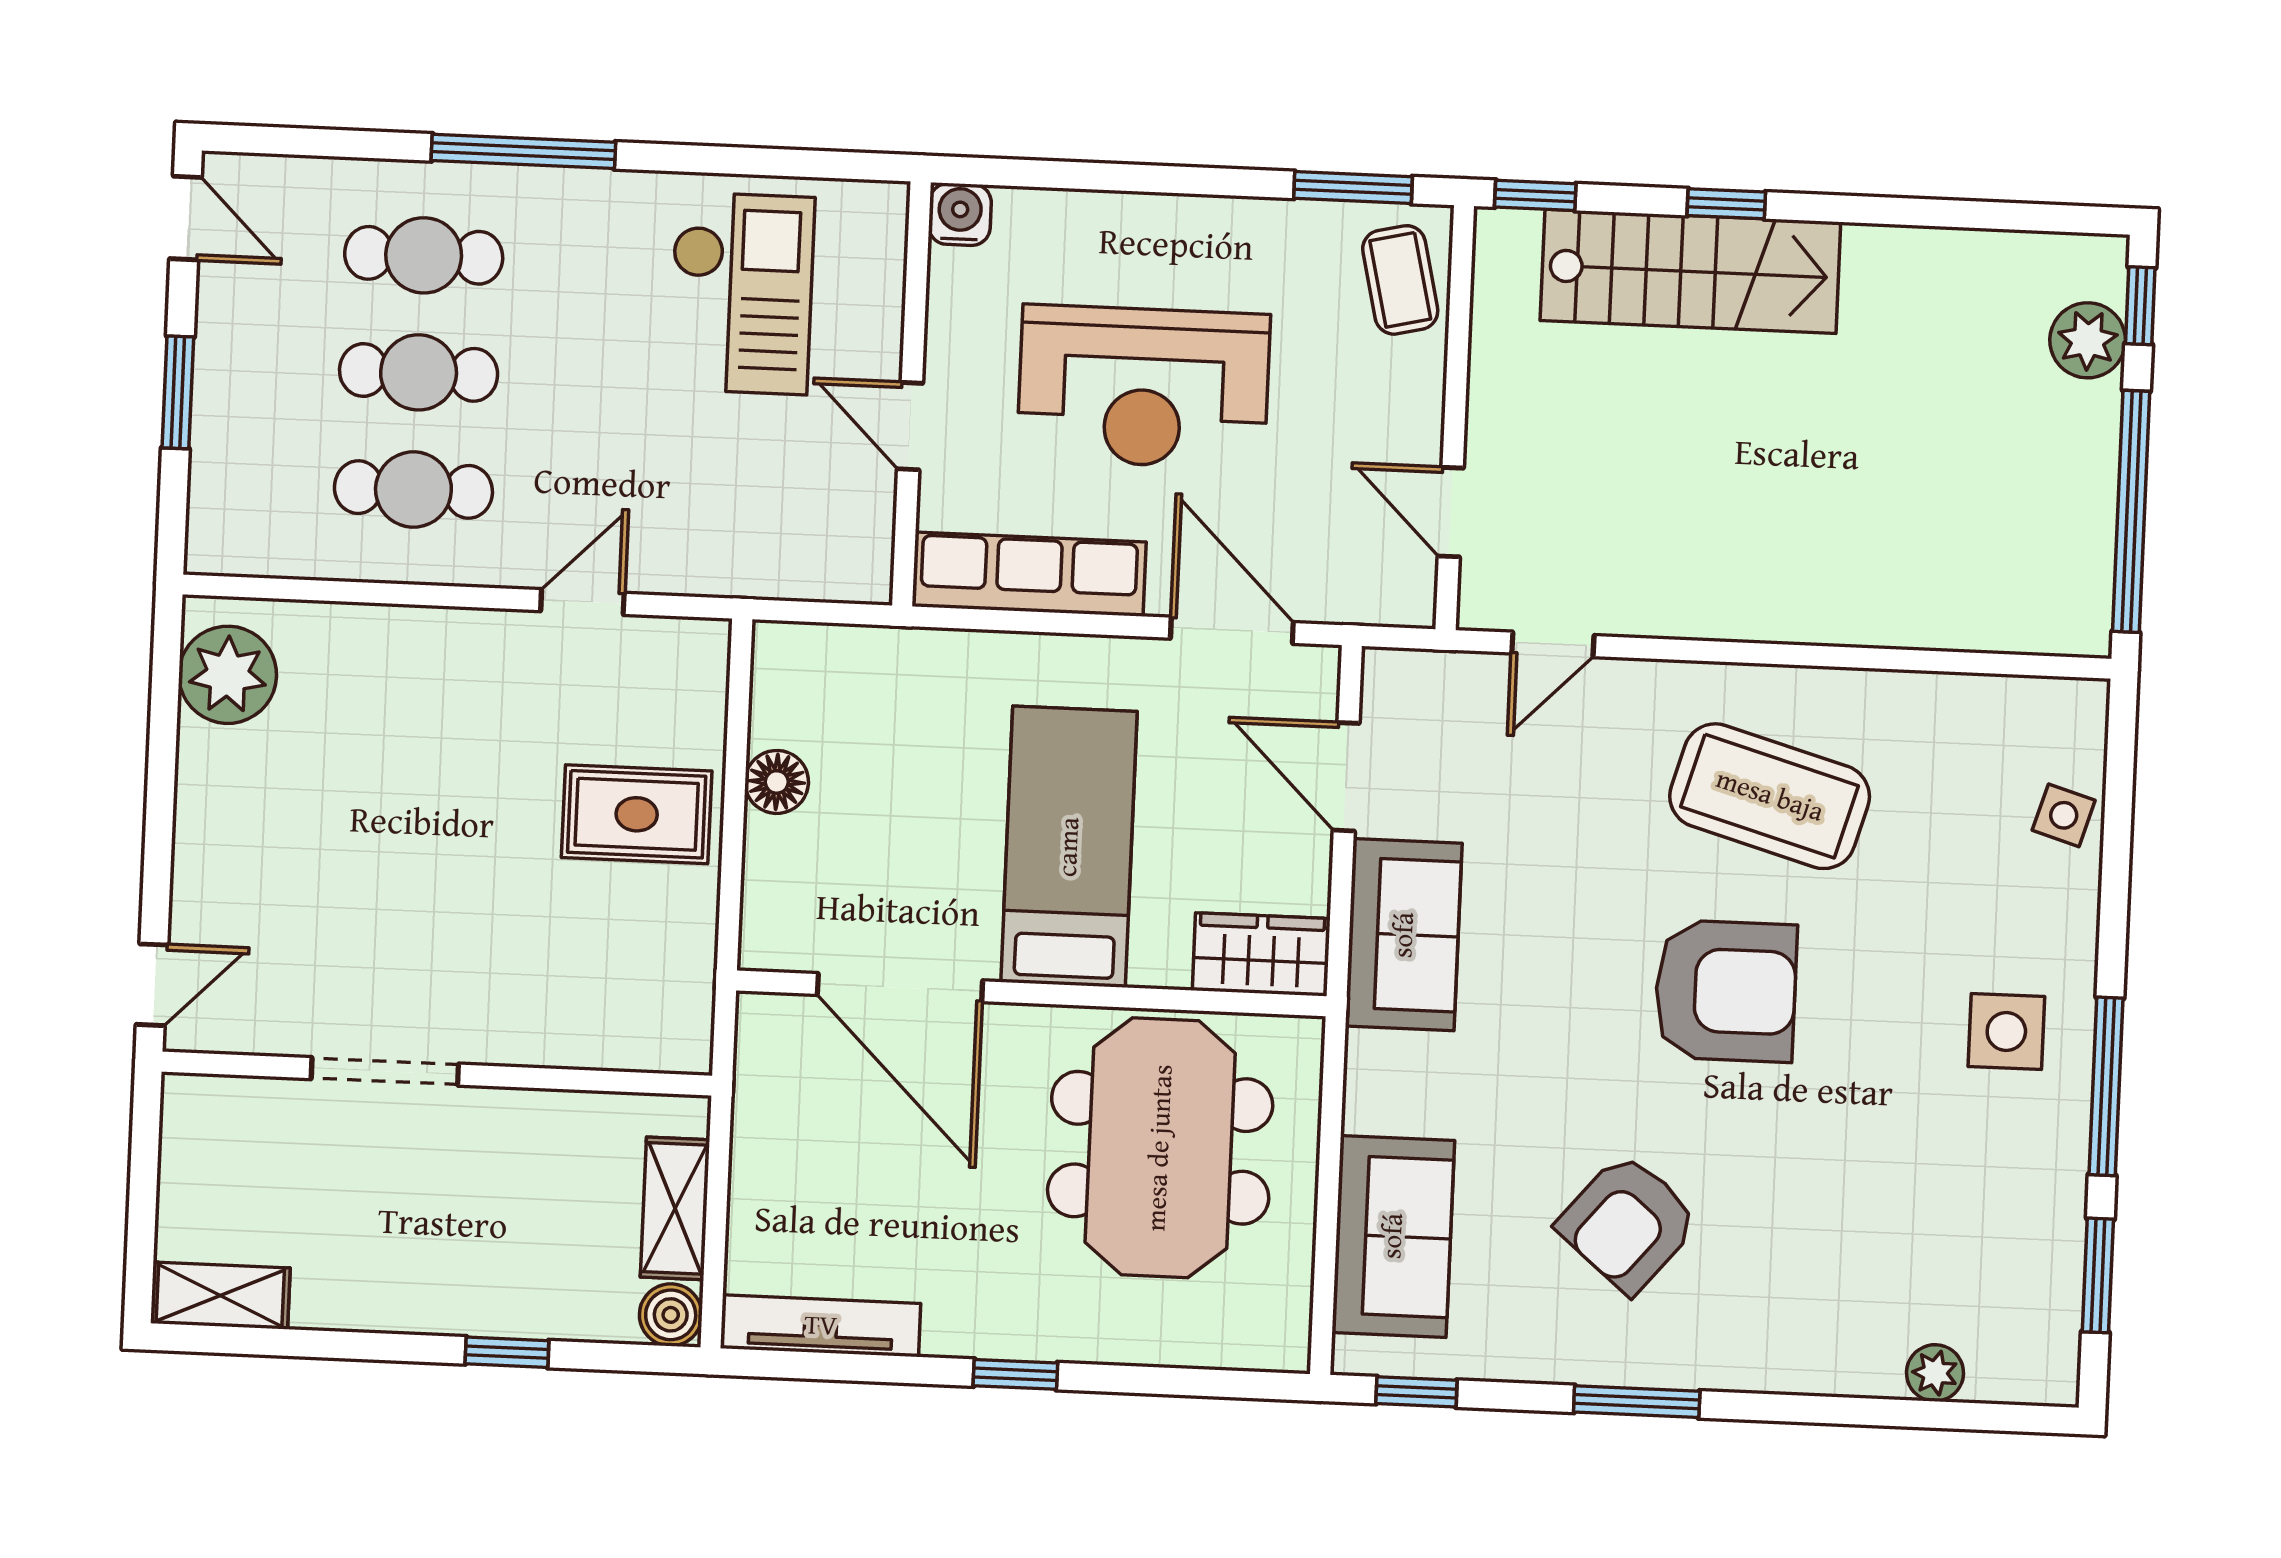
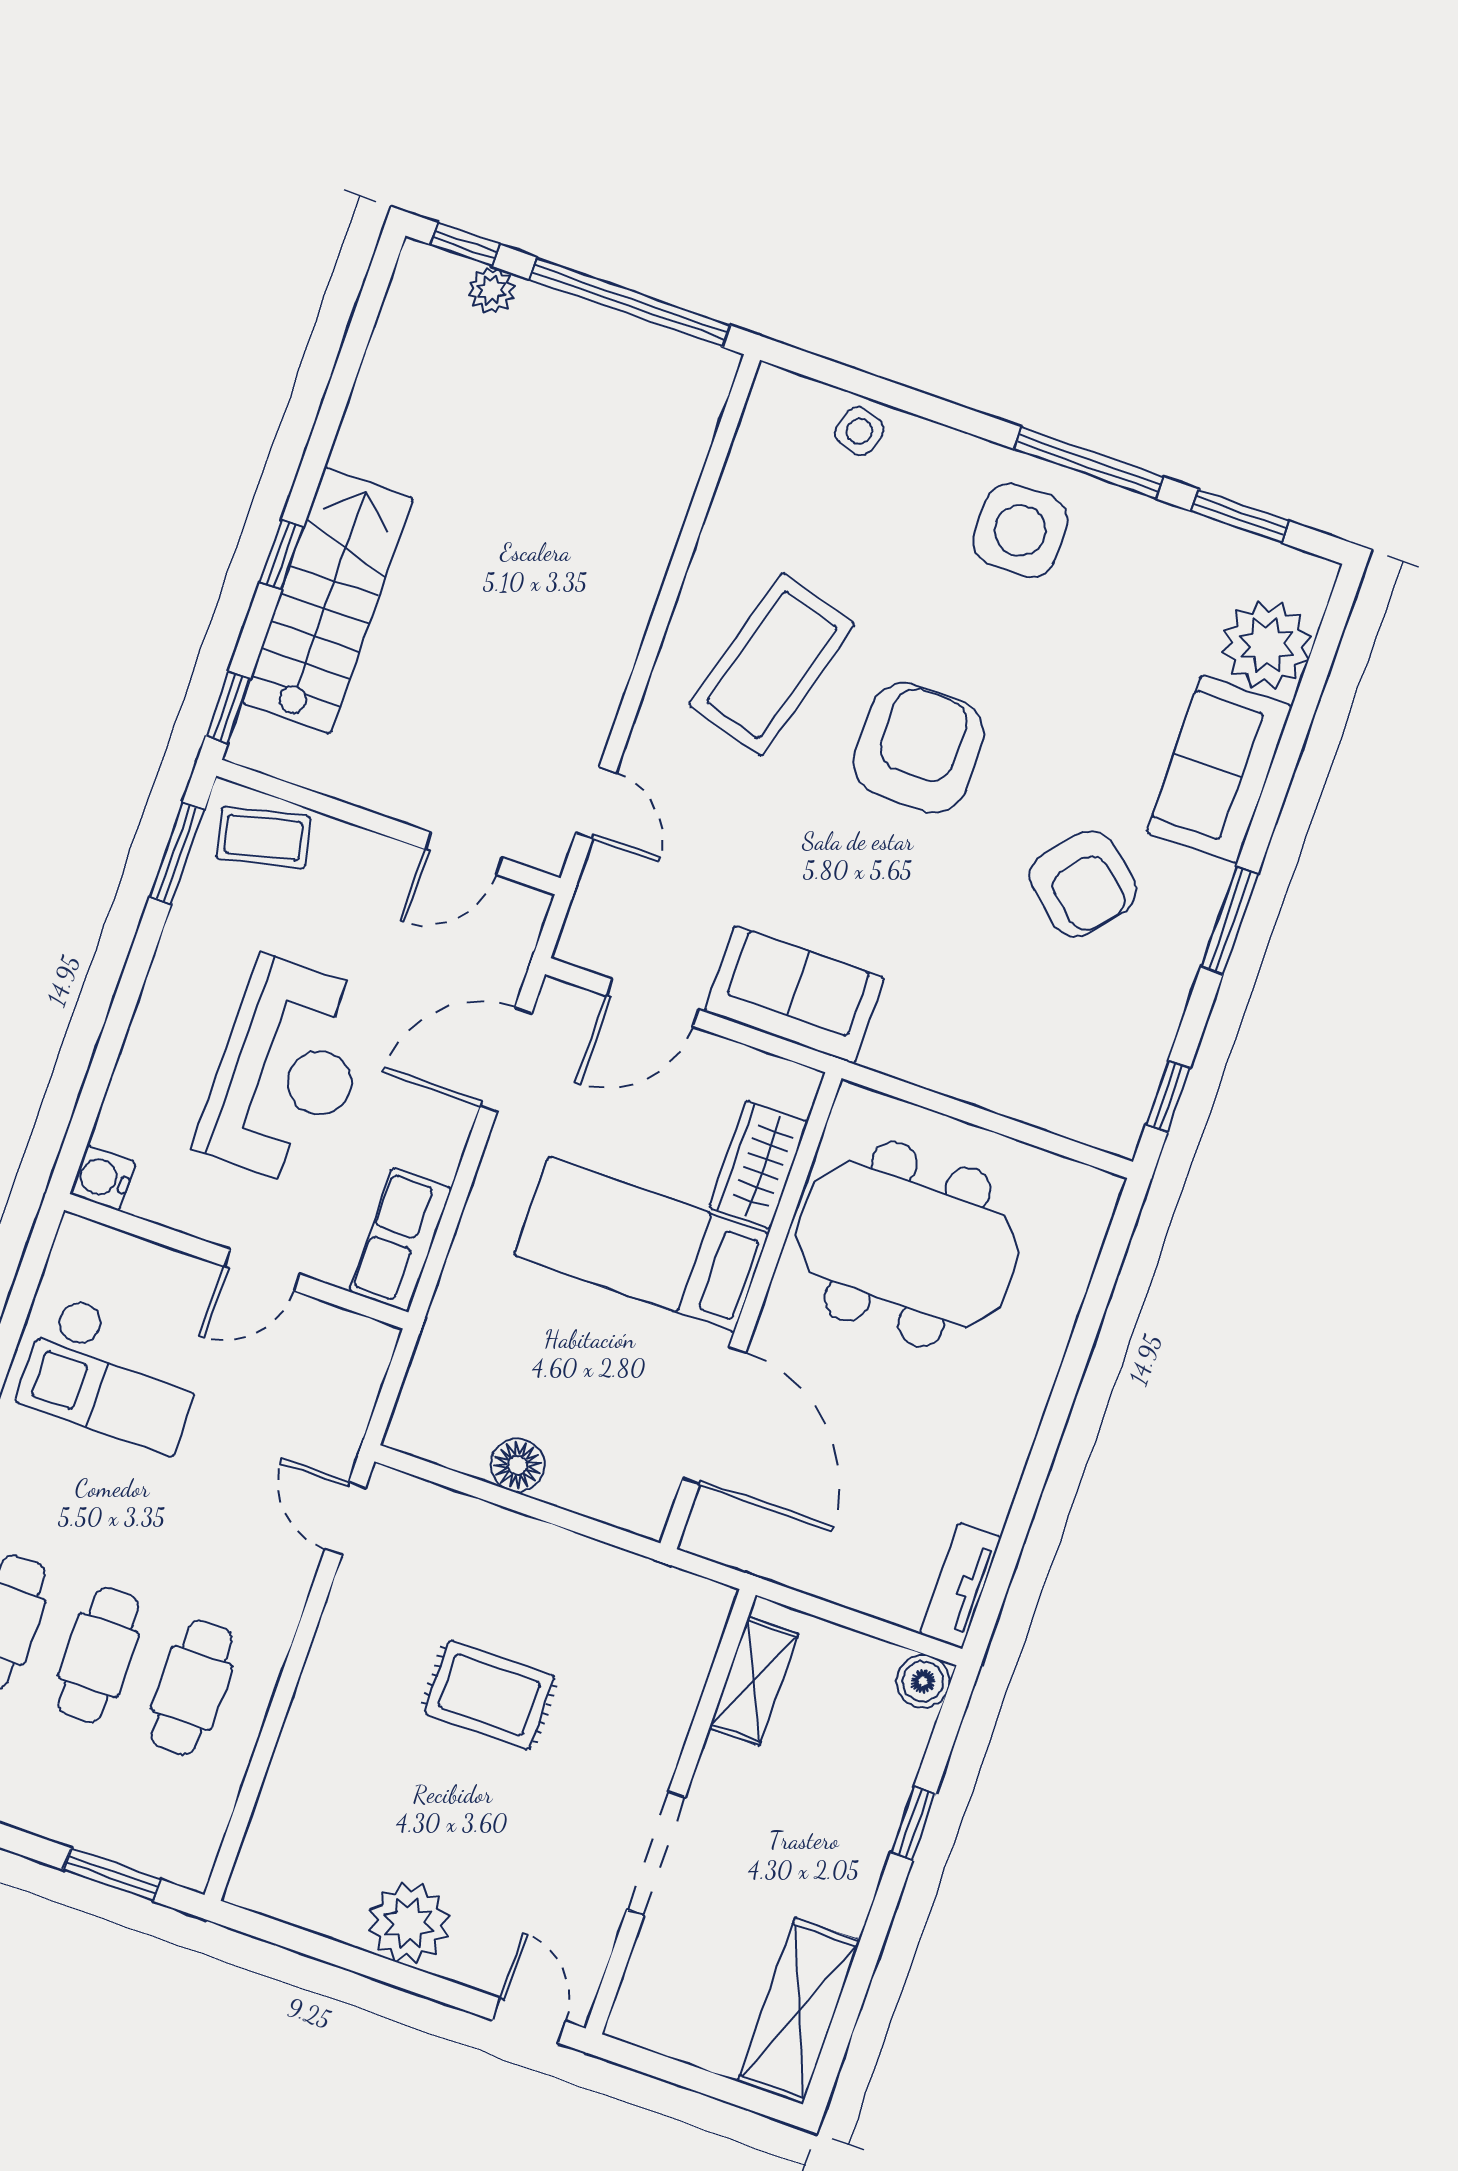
checkout: (741, 293) -> (113, 1374), turned 180
plant: (2088, 340) -> (492, 290), width x0.73, depth x0.73
window: (178, 392) -> (112, 1875), moved
row of seats: (1029, 574) -> (401, 1240), width x0.68
door: (582, 602) -> (345, 1518), moved
plant: (228, 675) -> (409, 1923), moved
rug: (637, 814) -> (489, 1695), moved, turned 90
wardrobe: (1261, 954) -> (758, 1165), moved
door: (900, 988) -> (714, 1416), hinge flipped
side table: (2006, 1031) -> (1020, 530), width x1.37, depth x1.37
shelving: (675, 1208) -> (754, 1681), moved, turned 90
sofa: (1393, 1236) -> (1219, 769), moved, turned -90
shelving: (220, 1296) -> (799, 2011), width x1.50, depth x1.33
tv unit: (821, 1326) -> (961, 1586), width x0.71
plant: (1935, 1373) -> (1266, 645), width x1.87, depth x1.87
window: (1015, 1374) -> (1056, 1417), removed

